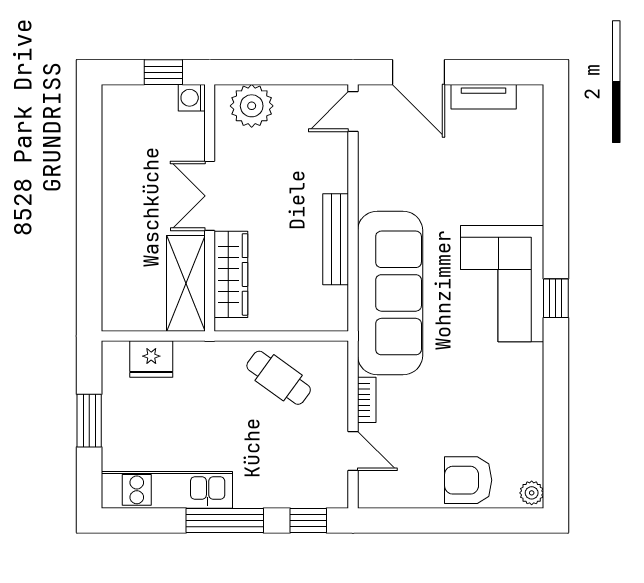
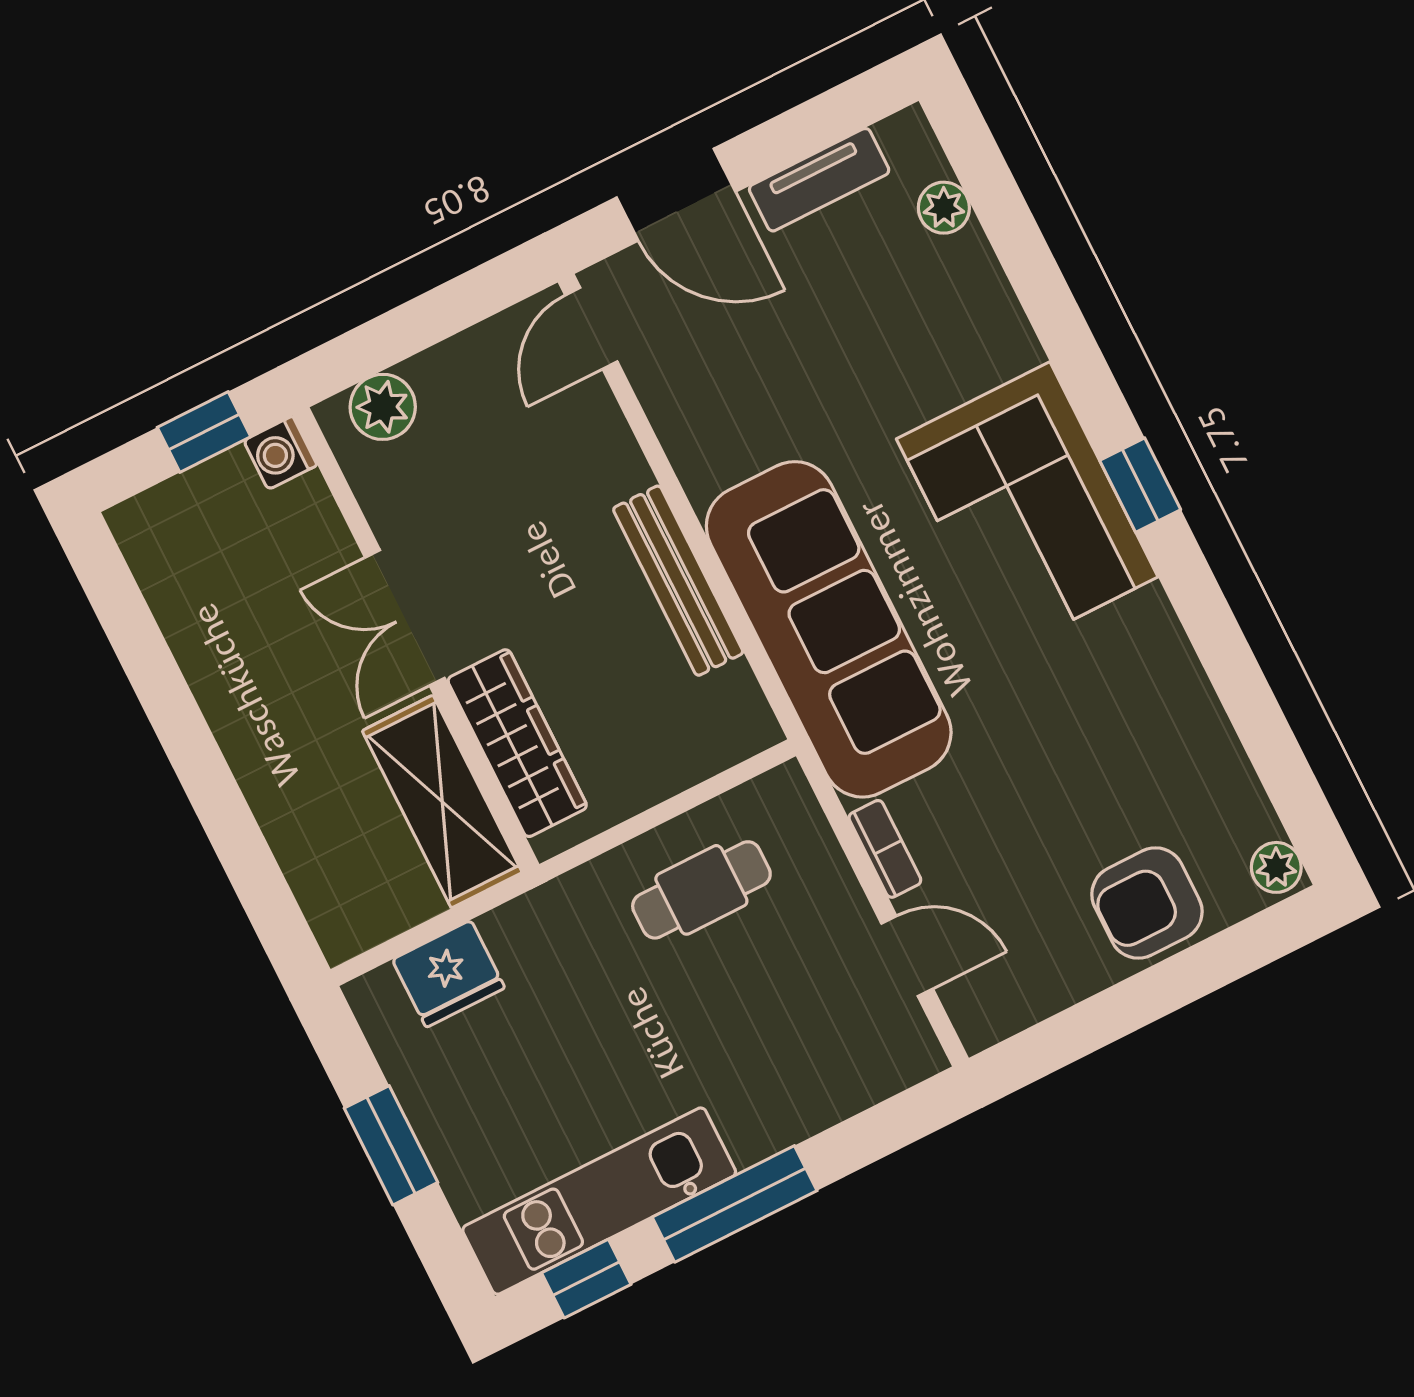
plant: (252, 106) -> (383, 407), width x0.73, depth x0.73
plant: (531, 136) -> (944, 208), added
cafe table: (279, 378) -> (701, 890), turned -36
window: (308, 521) -> (586, 1279), moved

